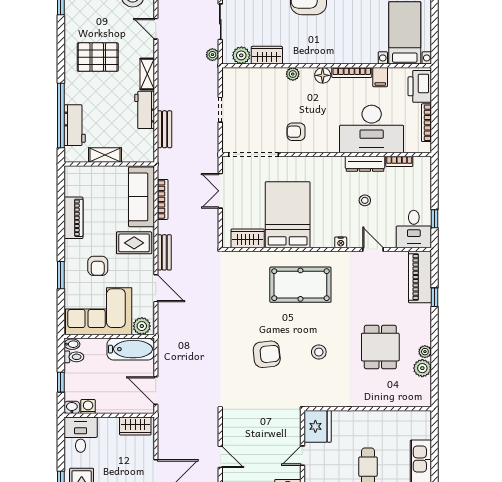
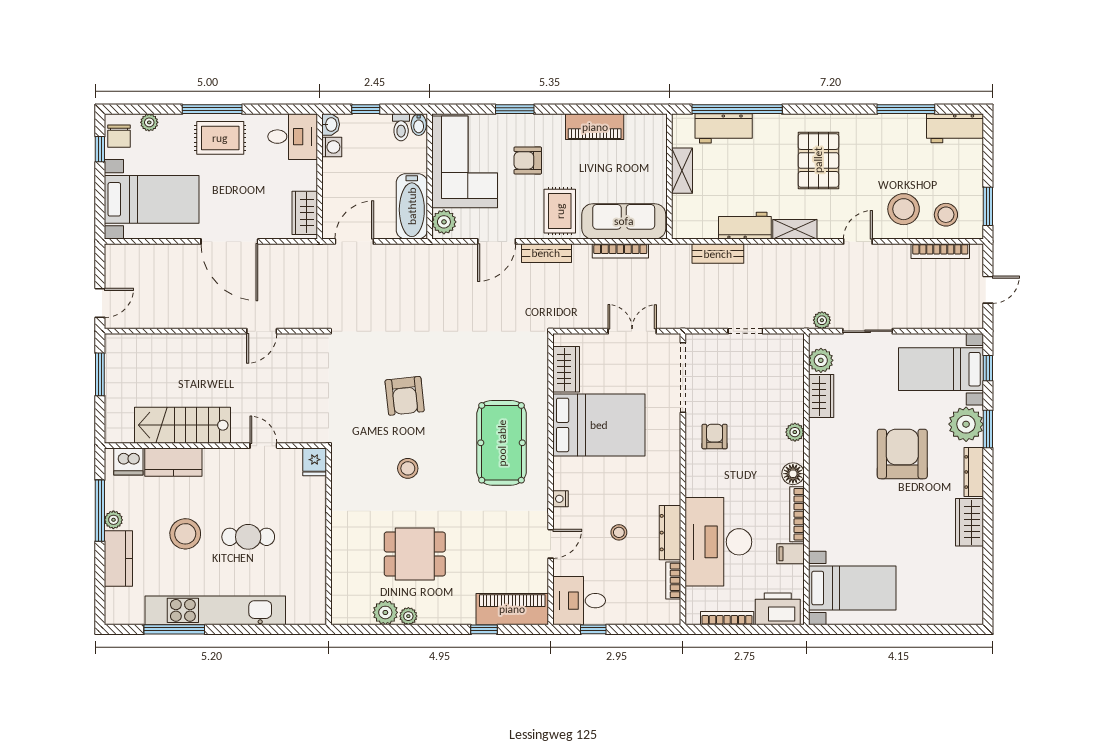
fridge: (318, 426) -> (315, 462), width x0.53, depth x0.75

